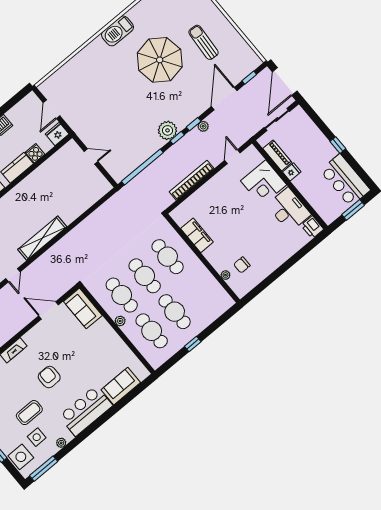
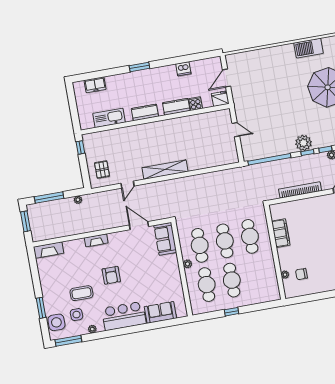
armchair: (49, 377) -> (111, 275), turned 180

